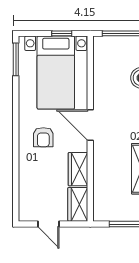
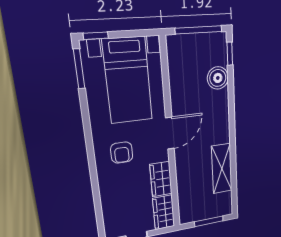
window: (62, 33) -> (96, 36), moved
door: (90, 125) -> (170, 133), swing flipped

